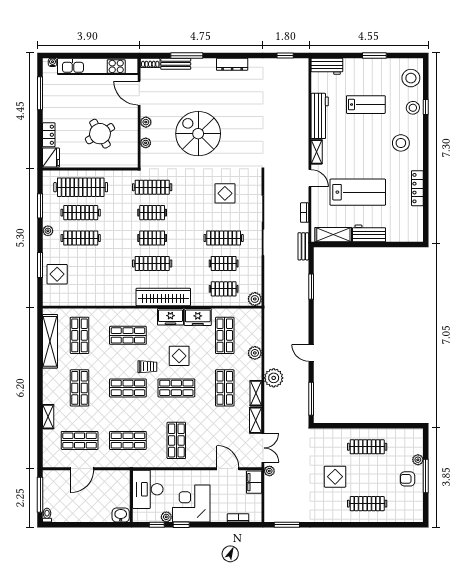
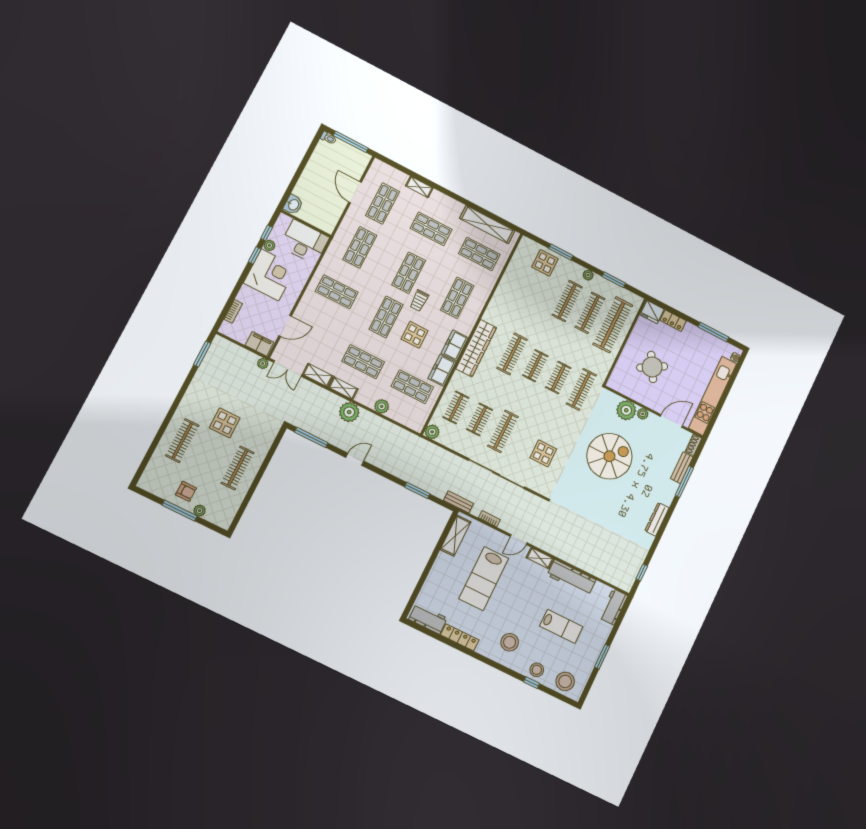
lab bench: (366, 105) -> (561, 626), turned -90
plant: (146, 143) -> (626, 410), width x1.88, depth x1.88
workbench: (369, 233) -> (428, 619), moved, turned -90
armchair: (408, 479) -> (186, 491), turned 90

